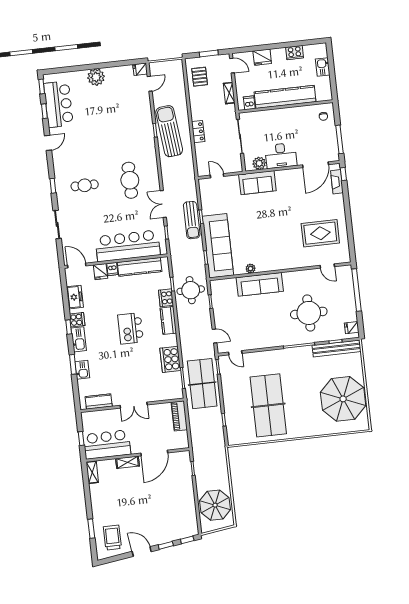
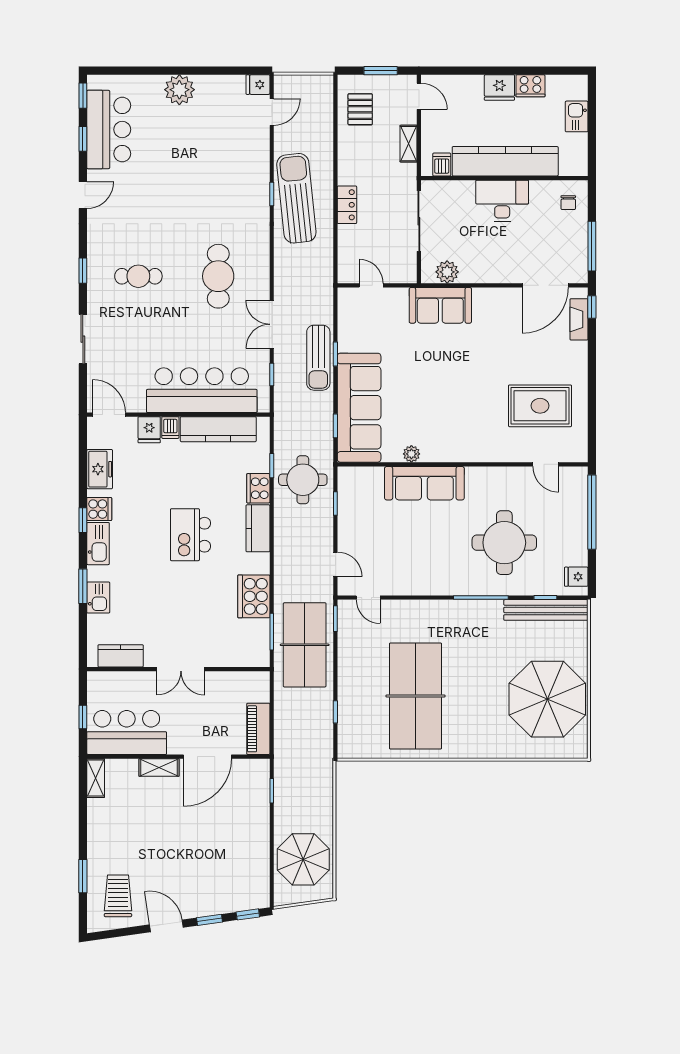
fridge: (262, 57) -> (499, 88), moved
desk: (281, 156) -> (502, 201), moved, turned 180
piano: (179, 416) -> (258, 729), moved

